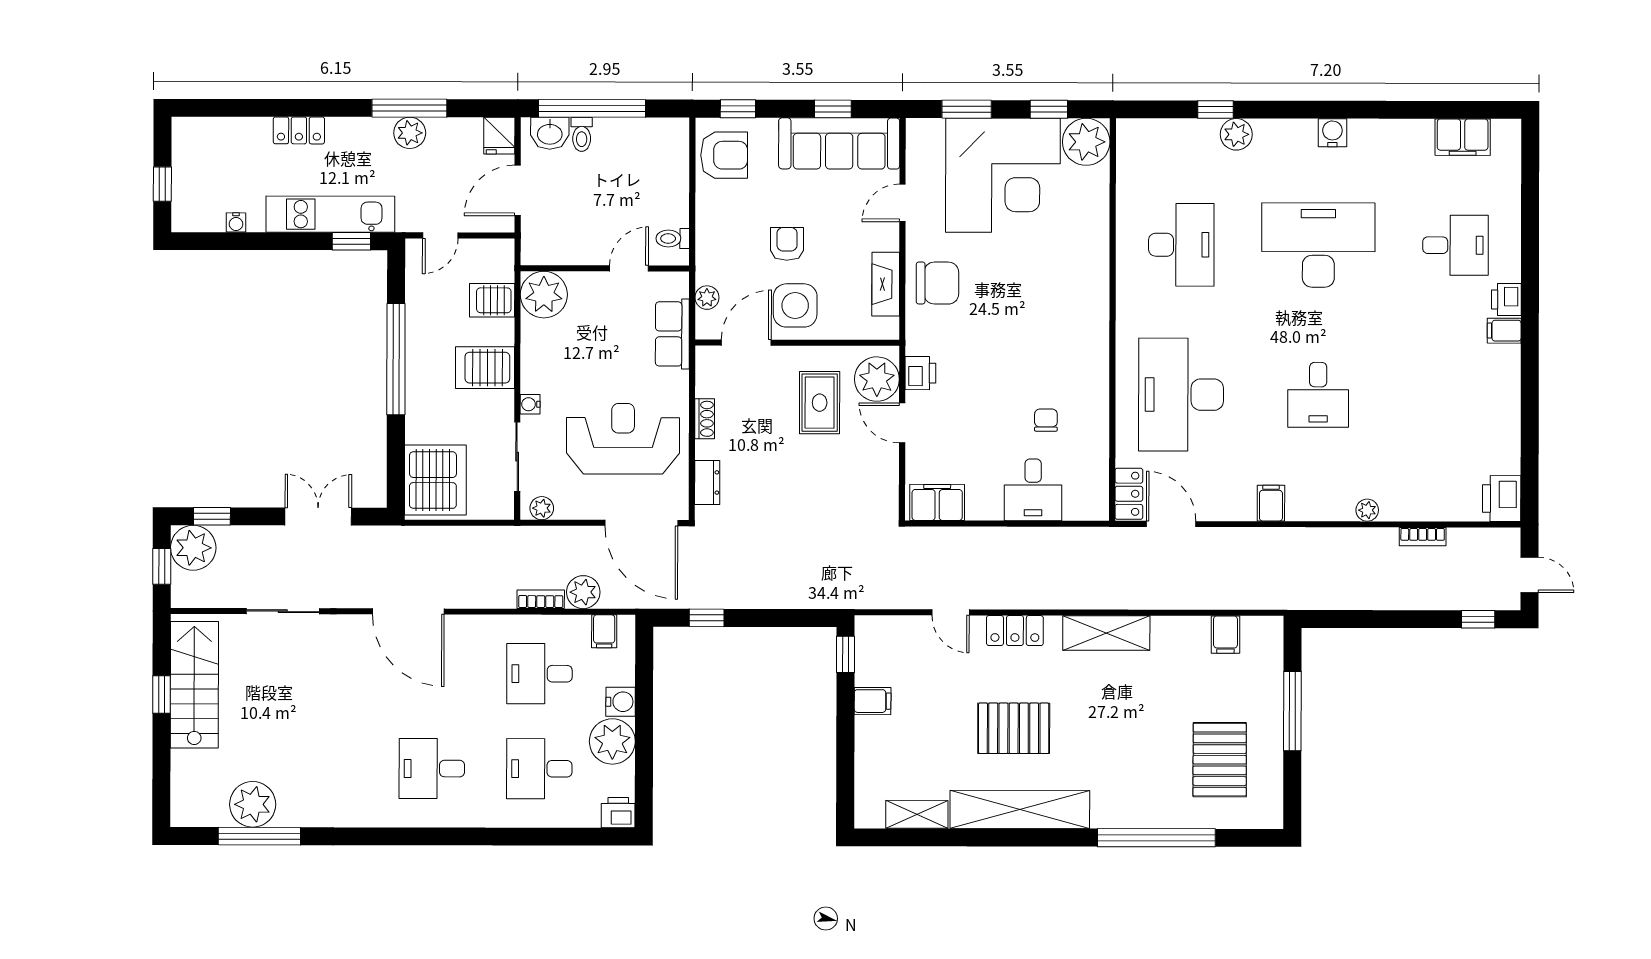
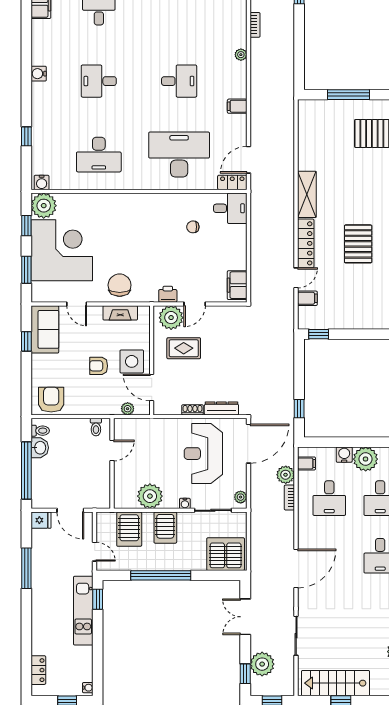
window: (738, 109) -> (26, 392), removed
locker: (299, 130) -> (38, 670), moved
plant: (410, 133) -> (40, 568), removed
washbasin: (550, 133) -> (40, 448), moved
toilet: (582, 134) -> (40, 431), moved
plant: (1236, 134) -> (40, 125), removed
water cooler: (1129, 138) -> (42, 182), added
sofa: (839, 143) -> (45, 329), width x0.73
water cooler: (236, 222) -> (88, 688), moved
desk: (1181, 245) -> (99, 155), turned 180
desk: (1318, 245) -> (99, 81), width x0.53, depth x0.77
door: (629, 268) -> (112, 450), swing flipped
plant: (544, 295) -> (150, 496), moved
server rack: (492, 300) -> (129, 529), width x1.36, depth x1.44
row of seats: (672, 334) -> (147, 427), removed
desk: (1181, 395) -> (179, 155), turned 180
dresser: (707, 482) -> (221, 408), width x1.44
desk: (1033, 490) -> (230, 208), moved
plant: (193, 548) -> (262, 664), moved
locker: (1015, 631) -> (306, 243), width x1.53
filing cabinet: (1225, 635) -> (308, 130), removed
filing cabinet: (873, 701) -> (307, 298), moved, turned 90

